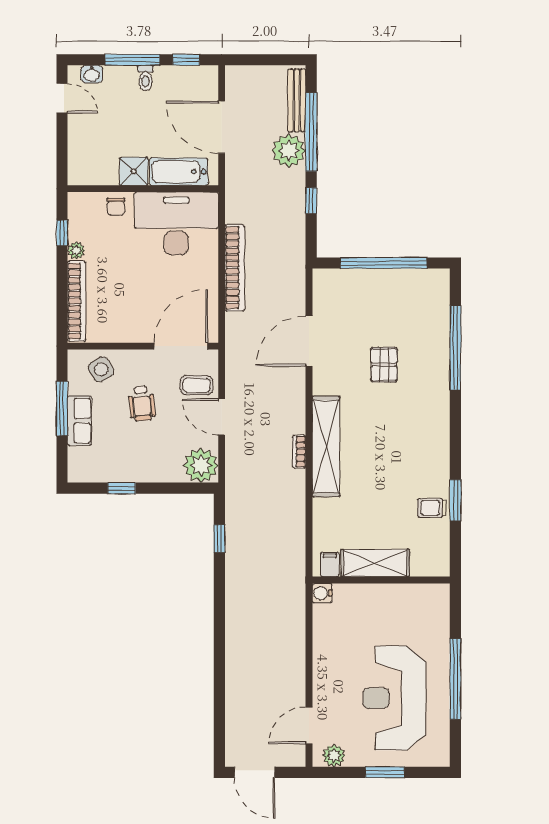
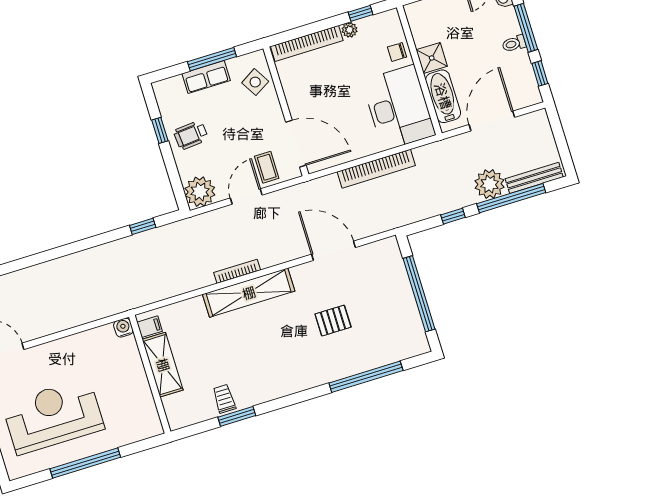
wheelchair: (142, 404) -> (191, 135), moved
bookcase: (299, 452) -> (237, 271), width x1.56

